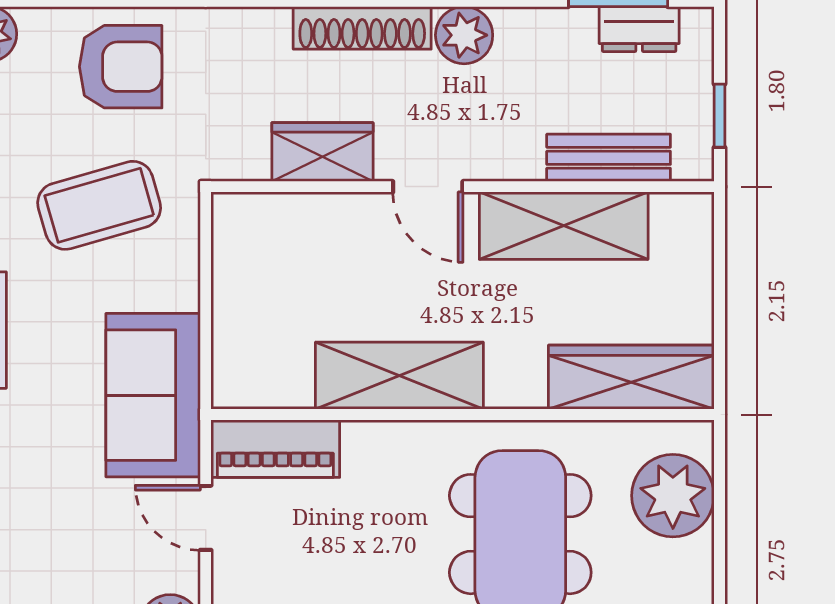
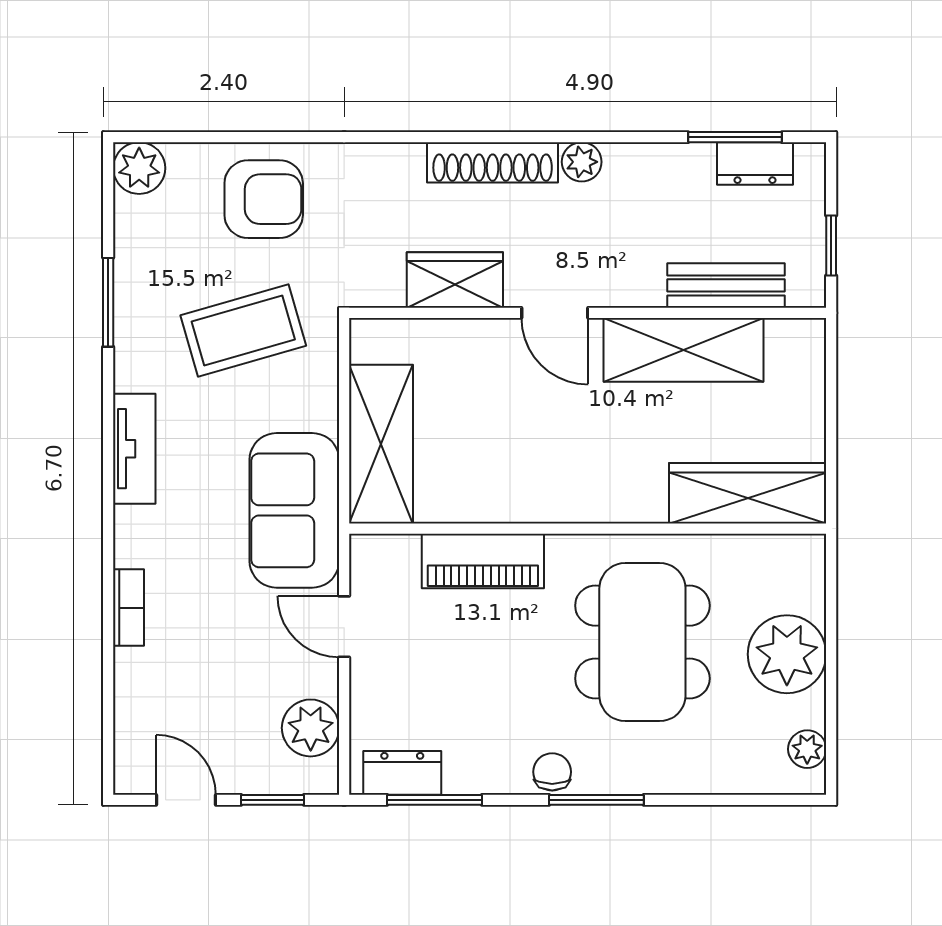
plant: (464, 35) -> (582, 162), width x0.73, depth x0.73
shelving: (399, 376) -> (381, 444), moved, turned 90
piano: (275, 449) -> (483, 561), moved
plant: (673, 496) -> (787, 654), moved

